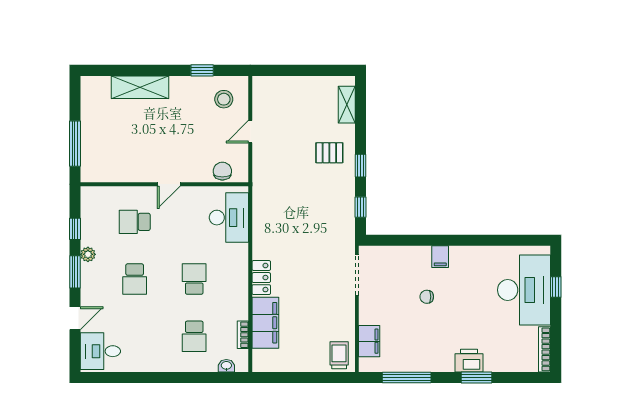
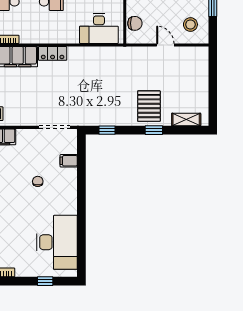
pallet: (329, 153) -> (149, 106), width x1.50, depth x1.42
window: (361, 166) -> (154, 130), moved
filing cabinet: (440, 257) -> (69, 161), moved
desk: (524, 290) -> (57, 242), moved, turned -90

